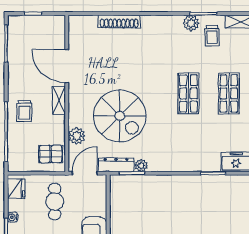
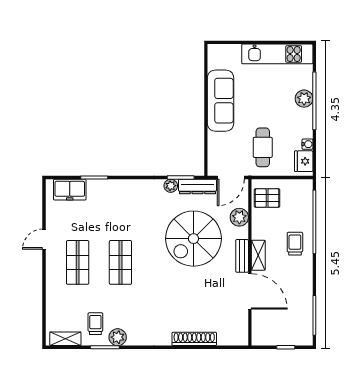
bench: (74, 100) -> (242, 256), added
spiral stairs: (120, 116) -> (193, 239), turned -90
water cooler: (13, 217) -> (307, 144), moved

